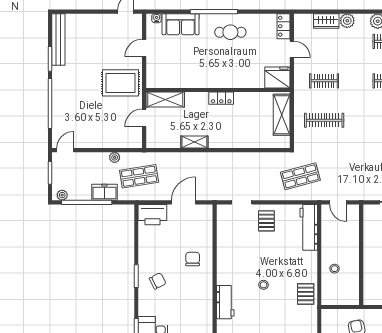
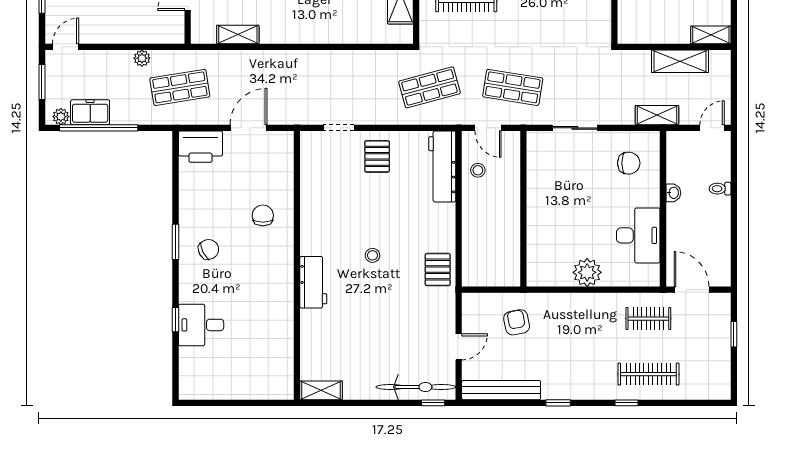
shelving: (194, 142) -> (238, 34), moved
shop shelf: (354, 176) -> (513, 87), added
freezer: (104, 192) -> (90, 112), moved
stool: (335, 269) -> (478, 170), moved

